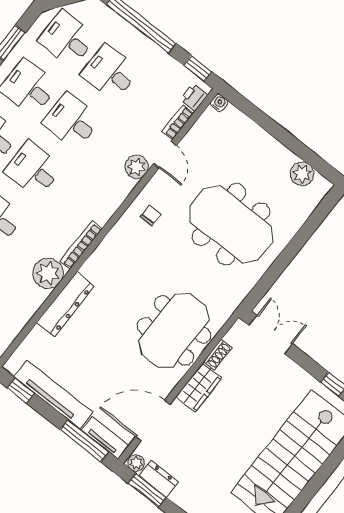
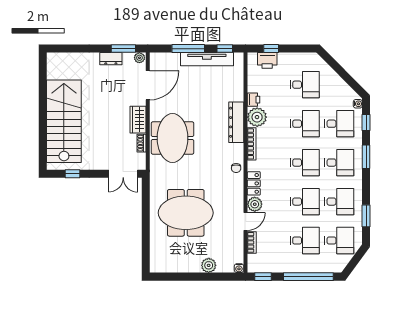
printer: (194, 97) -> (254, 100), moved
door: (165, 155) -> (246, 221), swing flipped
plant: (302, 174) -> (209, 265), moved
locker: (117, 194) -> (254, 183), added
chair: (150, 215) -> (236, 168), moved
dresser: (65, 304) -> (236, 122), moved
tv unit: (105, 438) -> (165, 58), removed
window: (84, 441) -> (188, 49), moved
dresser: (159, 479) -> (111, 59), moved

